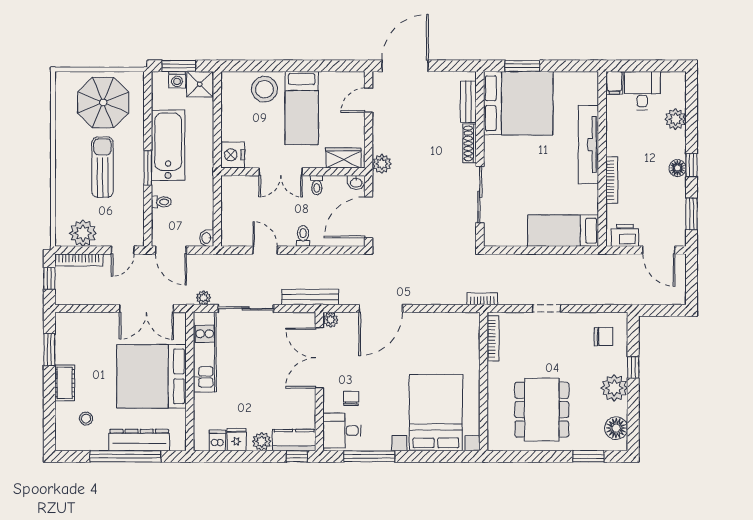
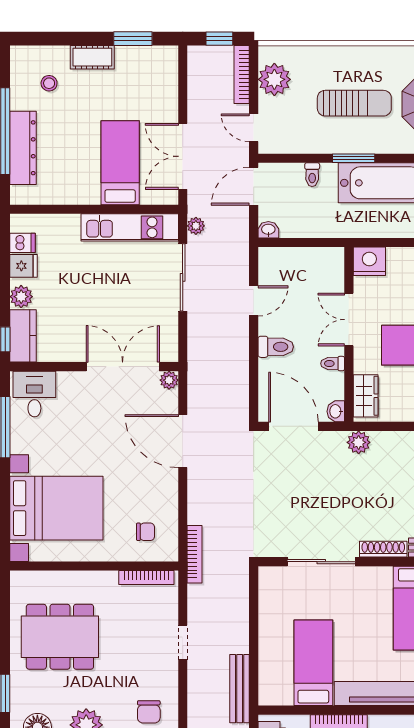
bed: (563, 231) -> (313, 663), moved
toilet: (303, 236) -> (276, 347), width x1.37, depth x1.39
bench: (310, 297) -> (240, 689), moved
bookcase: (482, 299) -> (195, 554), width x1.56
bed: (152, 376) -> (120, 163), width x0.49
chair: (351, 398) -> (146, 532), moved

